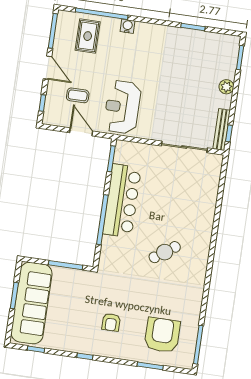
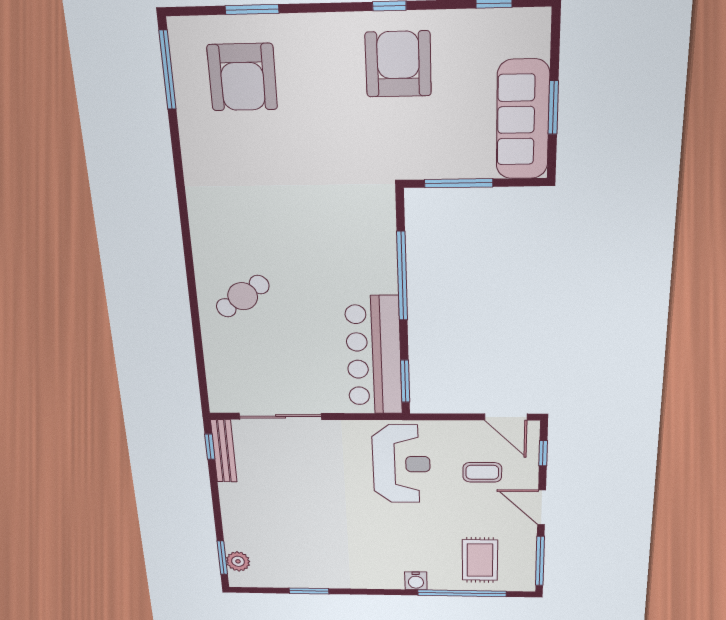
plant: (226, 87) -> (238, 561), moved
door: (81, 132) -> (506, 417), moved
bar counter: (122, 201) -> (374, 356), moved
cafe table: (165, 252) -> (243, 296), moved
sofa: (32, 303) -> (523, 120), width x0.74, depth x0.79
armchair: (111, 322) -> (398, 64), moved, width x1.88, depth x1.88

